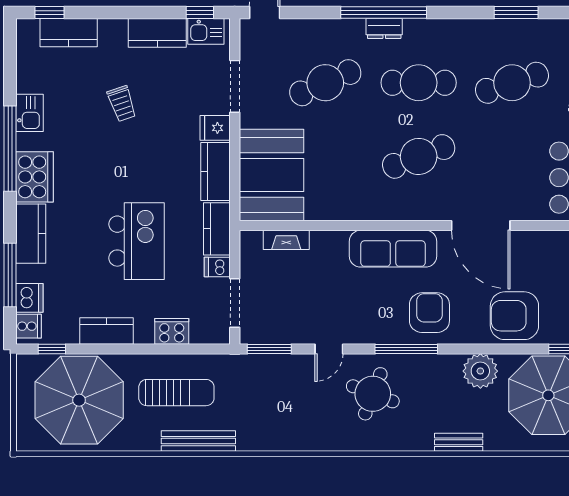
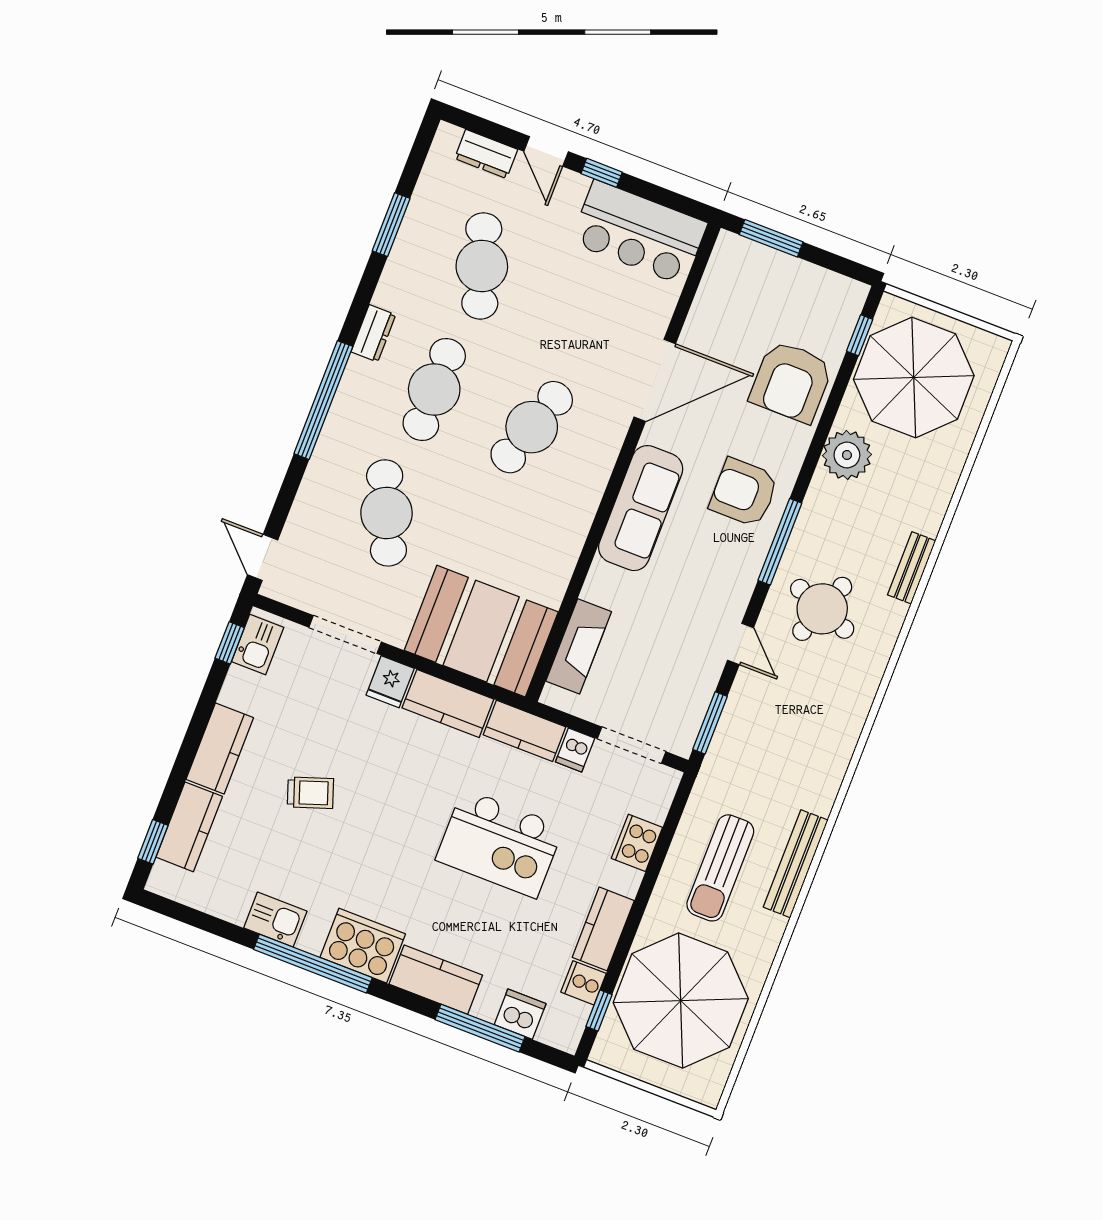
dresser: (384, 28) -> (373, 333), moved
kitchen counter: (157, 33) -> (220, 749), moved
cafe table: (419, 156) -> (532, 427), turned 39
fireplace: (286, 240) -> (579, 646), width x1.37, depth x1.32
kitchen island: (137, 241) -> (500, 843), turned 180
cooker: (28, 326) -> (583, 983), moved, turned -90
sun lounger: (176, 393) -> (720, 868), turned 180
bench: (459, 442) -> (912, 568), moved

